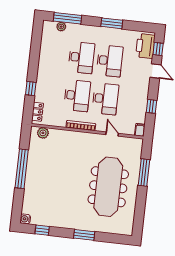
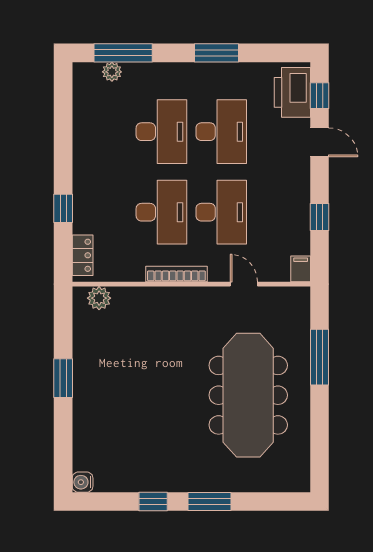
window: (22, 169) -> (63, 378), width x0.47
window: (42, 230) -> (153, 502), moved

